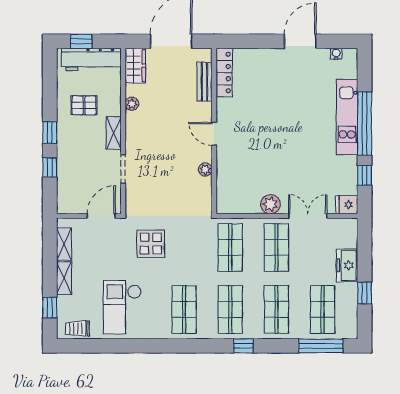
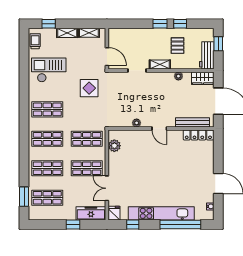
workbench: (91, 59) -> (207, 55), width x0.73
bench: (205, 82) -> (193, 122), width x1.36
kitchen unit: (347, 117) -> (161, 213), width x1.36
window: (365, 124) -> (180, 225), moved
door: (214, 134) -> (159, 128), swing flipped
window: (50, 168) -> (180, 24), moved
plant: (270, 204) -> (114, 146), moved
double door: (308, 216) -> (107, 188), swing flipped
freezer: (347, 265) -> (91, 213), moved, width x1.40
window: (365, 293) -> (73, 225), moved
window: (243, 346) -> (24, 147), removed
window: (321, 346) -> (24, 197), width x0.69

